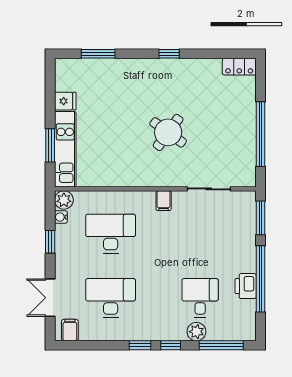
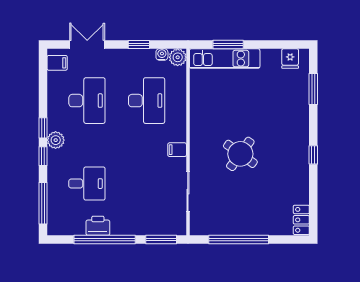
fridge: (65, 101) -> (290, 59), moved
plant: (196, 332) -> (56, 140), moved

